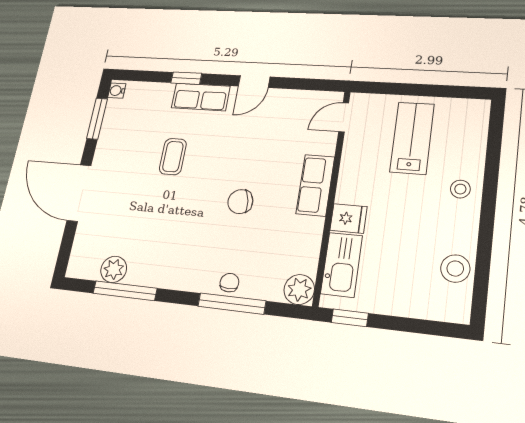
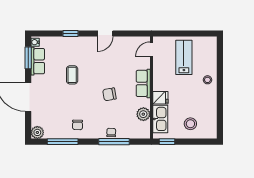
row of seats: (201, 97) -> (38, 61), moved, turned -90
chair: (163, 259) -> (78, 125), added
plant: (114, 269) -> (37, 132), moved
stool: (455, 269) -> (190, 124), moved
plant: (299, 289) -> (143, 114), moved

